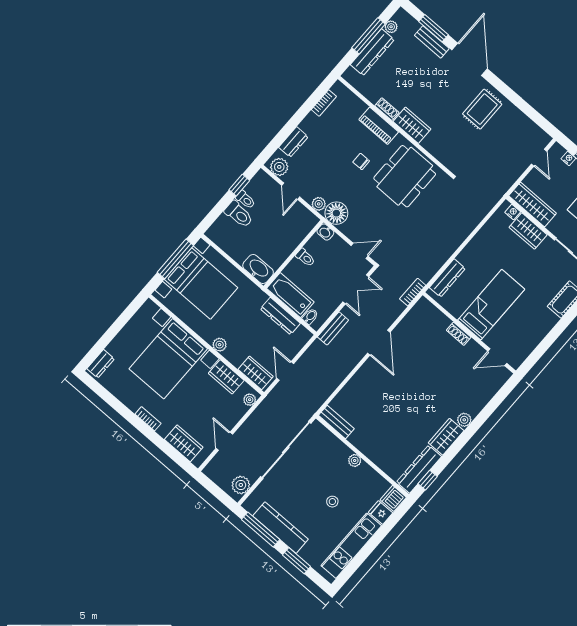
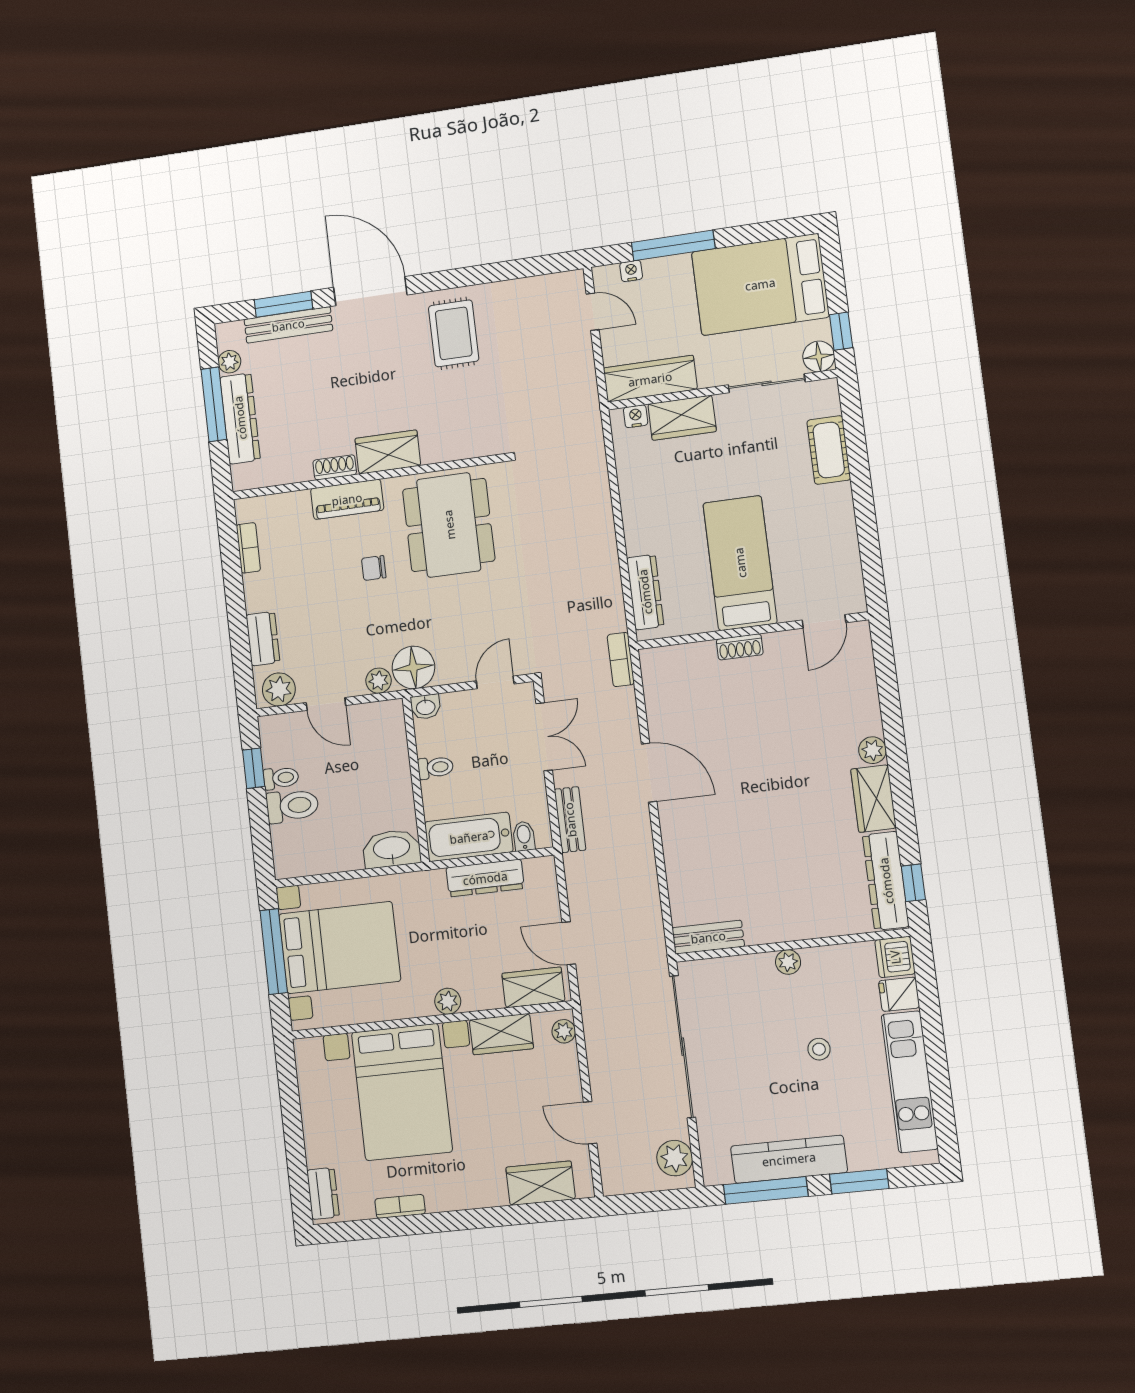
bench: (432, 42) -> (288, 325), width x1.36
bookcase: (148, 419) -> (400, 1206), moved

